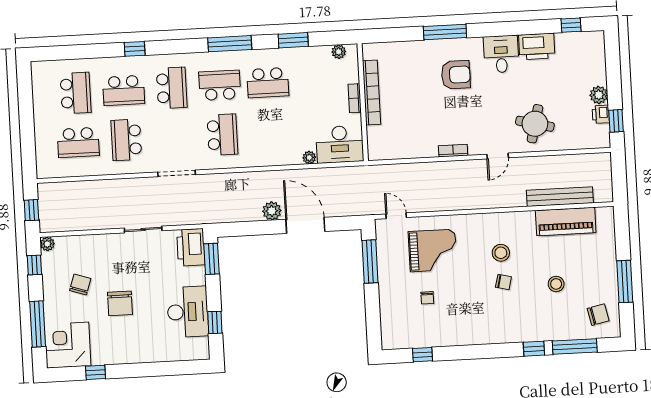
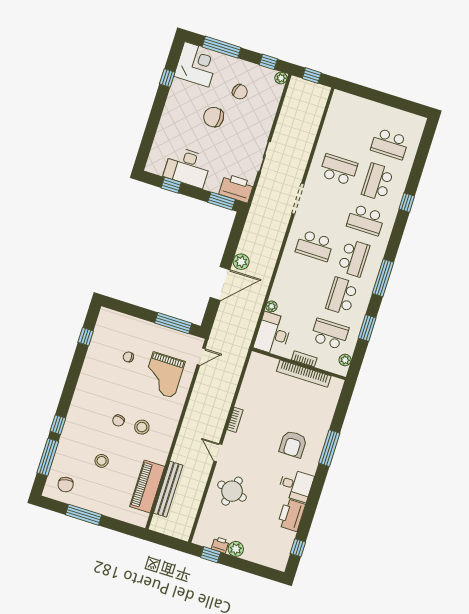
school desk: (78, 142) -> (330, 334), moved, turned 90

